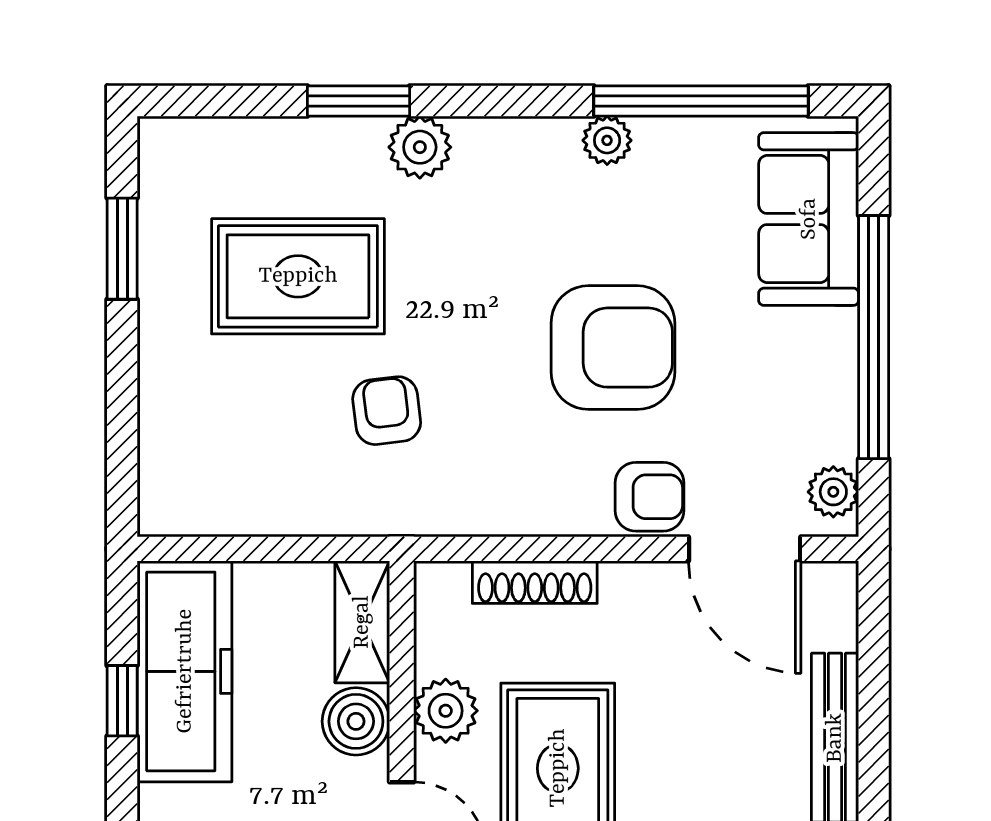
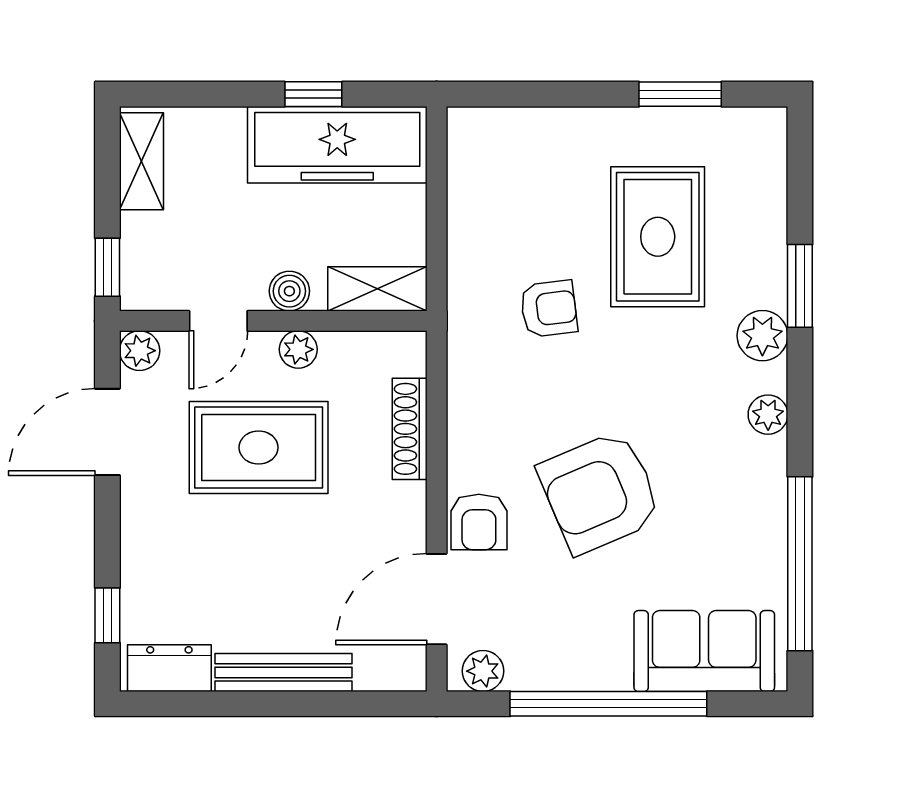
plant: (607, 140) -> (768, 415), moved
armchair: (613, 348) -> (600, 492), turned 67
plant: (446, 711) -> (298, 349), width x0.73, depth x0.73
boiler: (356, 721) -> (289, 291), width x0.73, depth x0.73

